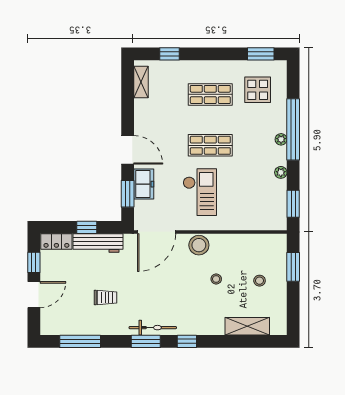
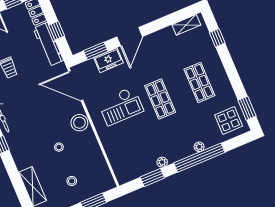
display table: (258, 90) -> (229, 121), moved
plant: (281, 139) -> (199, 147), moved
window: (293, 204) -> (152, 178), moved

